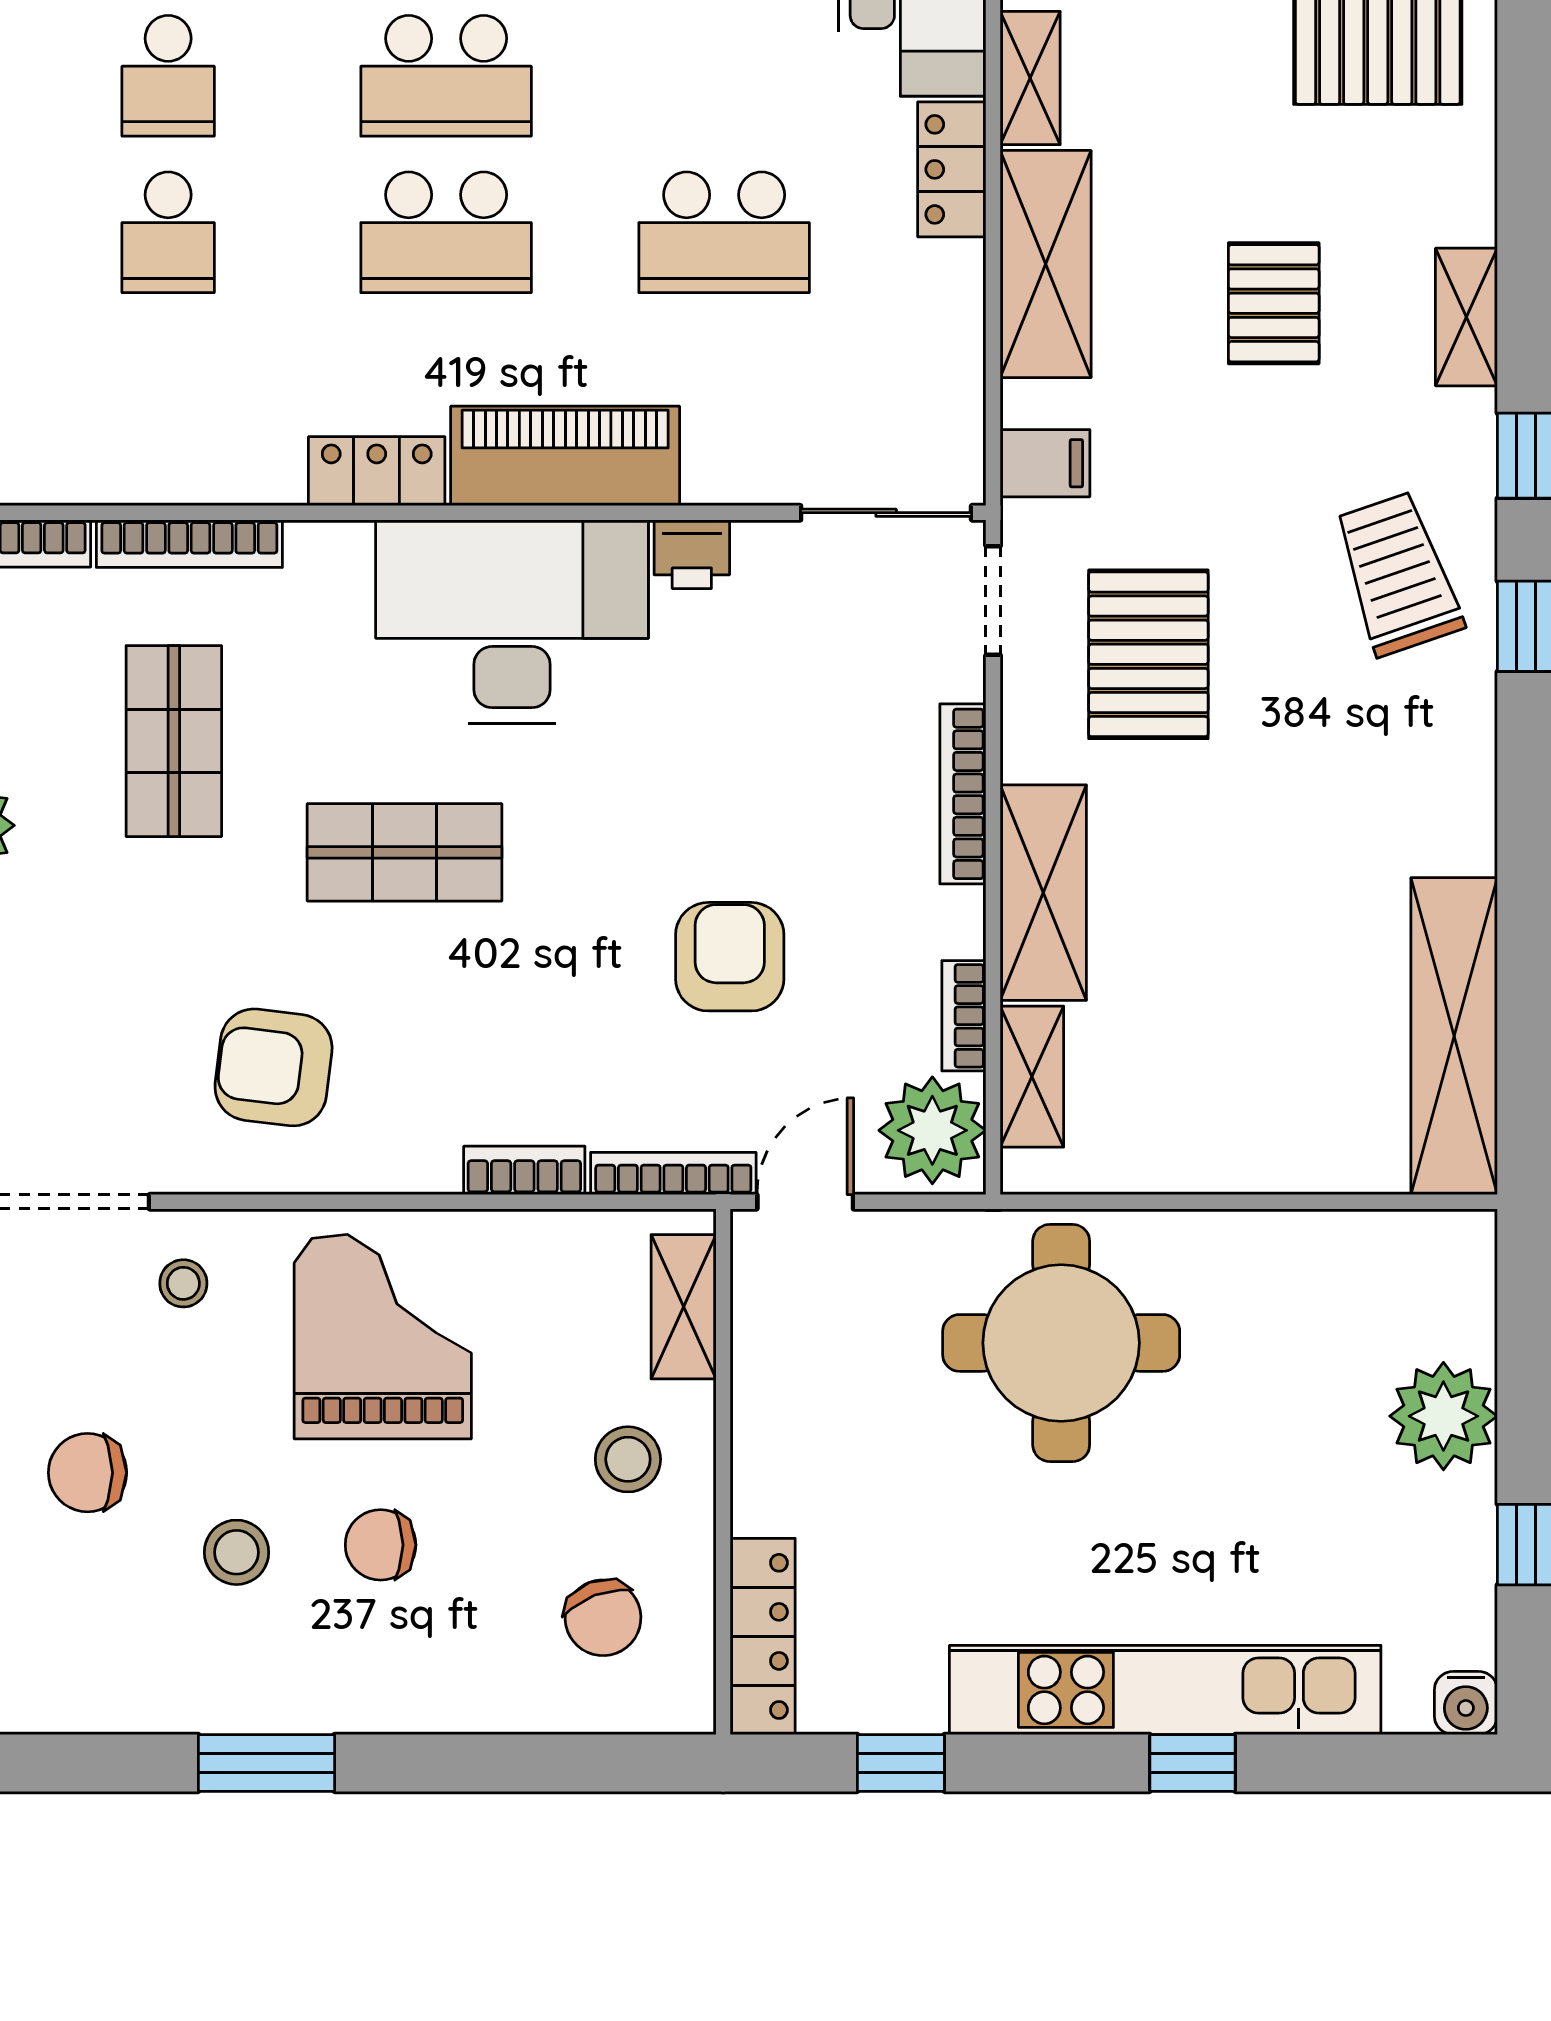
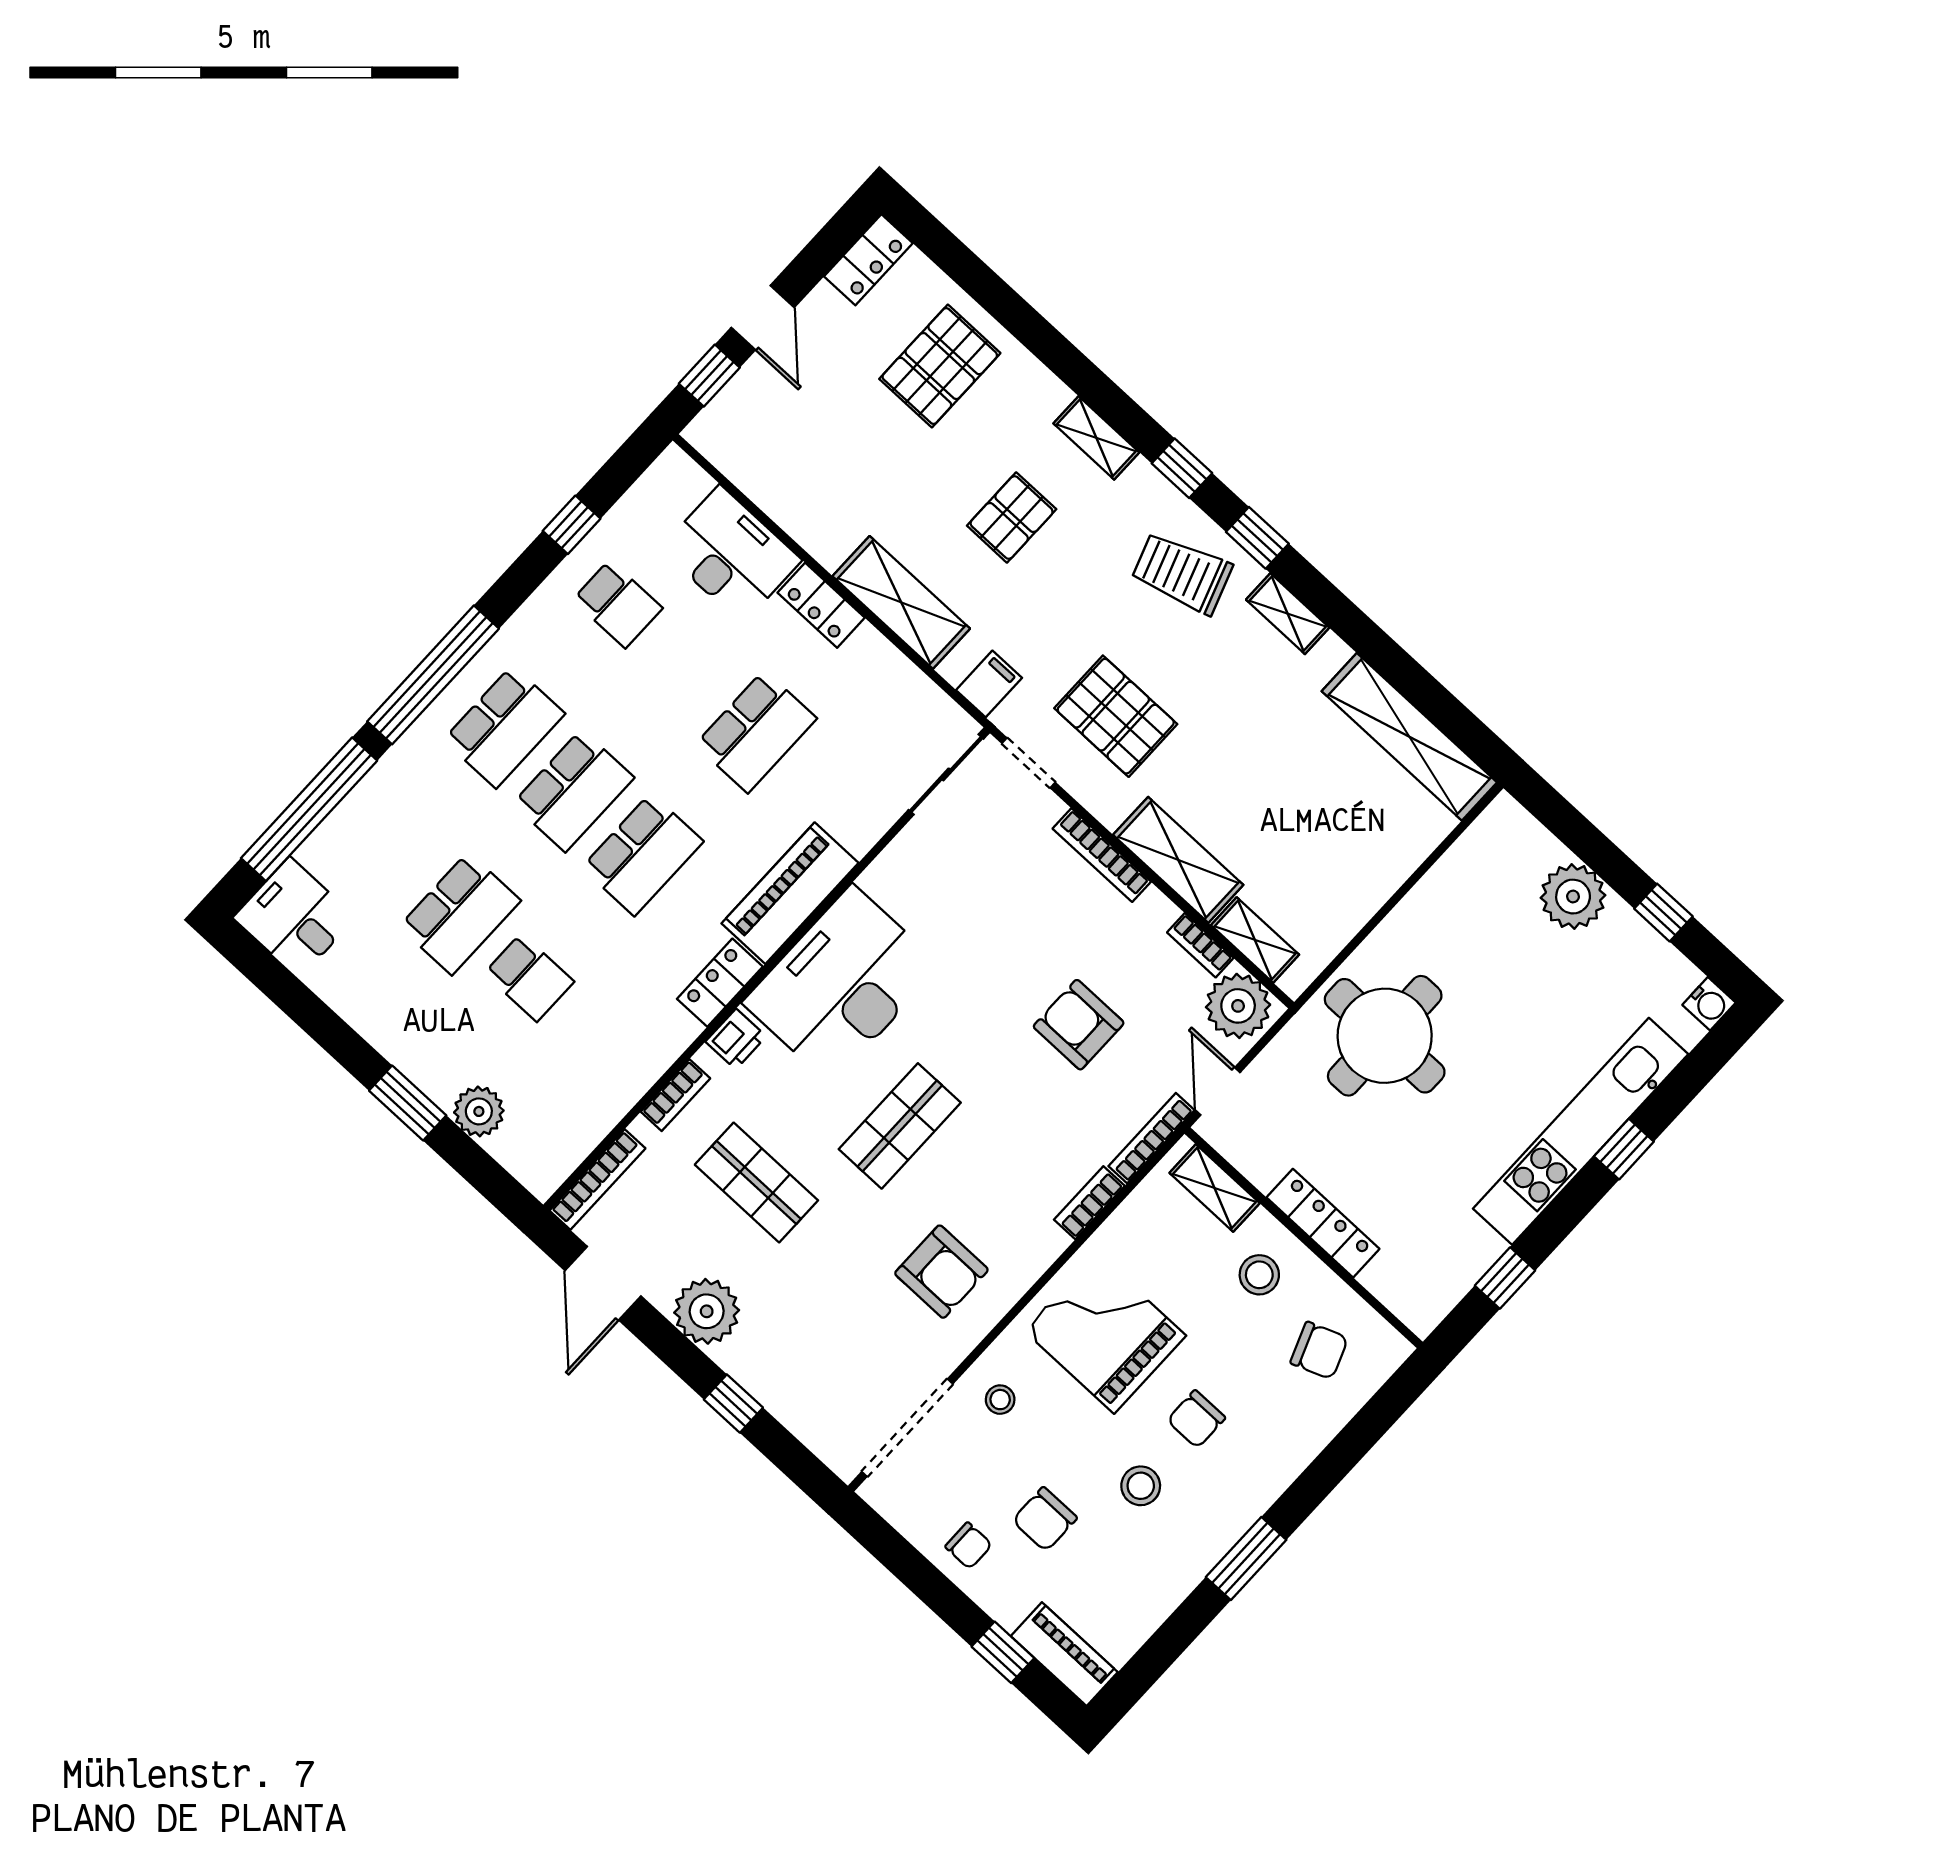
school desk: (168, 76) -> (460, 914), width x1.85
shelving: (1030, 78) -> (1288, 614), moved
pallet: (1274, 303) -> (1012, 517), turned 90
bookcase: (189, 544) -> (675, 1095), width x0.64
printer: (692, 554) -> (736, 1039), moved
armchair: (274, 1067) -> (941, 1272), turned -97
locker: (763, 1636) -> (1323, 1223), moved

